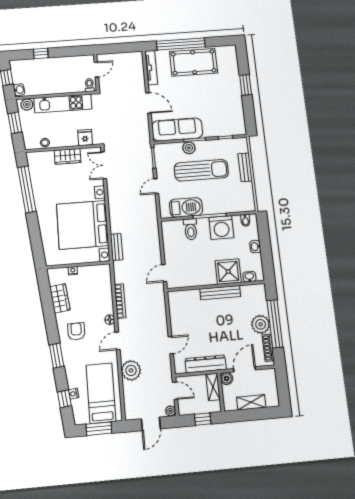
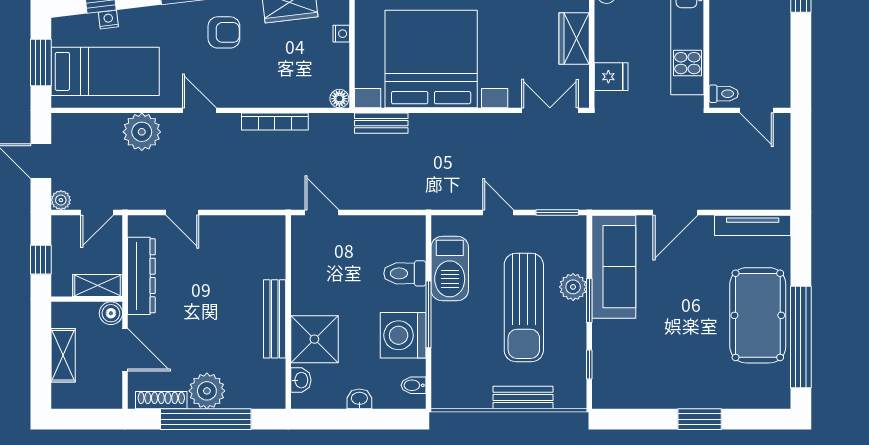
window: (181, 44) -> (801, 337), moved
floor lamp: (110, 320) -> (339, 99), moved

